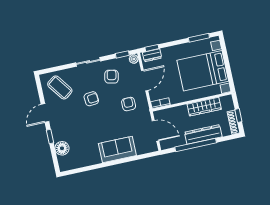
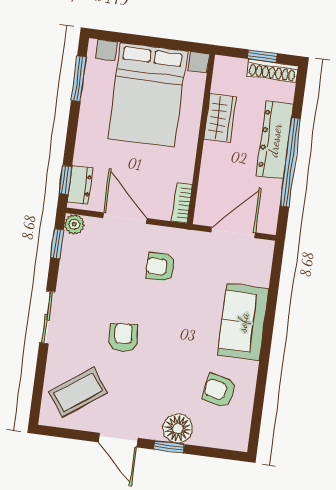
armchair: (112, 77) -> (219, 391), moved
wardrobe: (204, 107) -> (220, 118), width x0.67
floor lamp: (62, 148) -> (178, 428), moved

